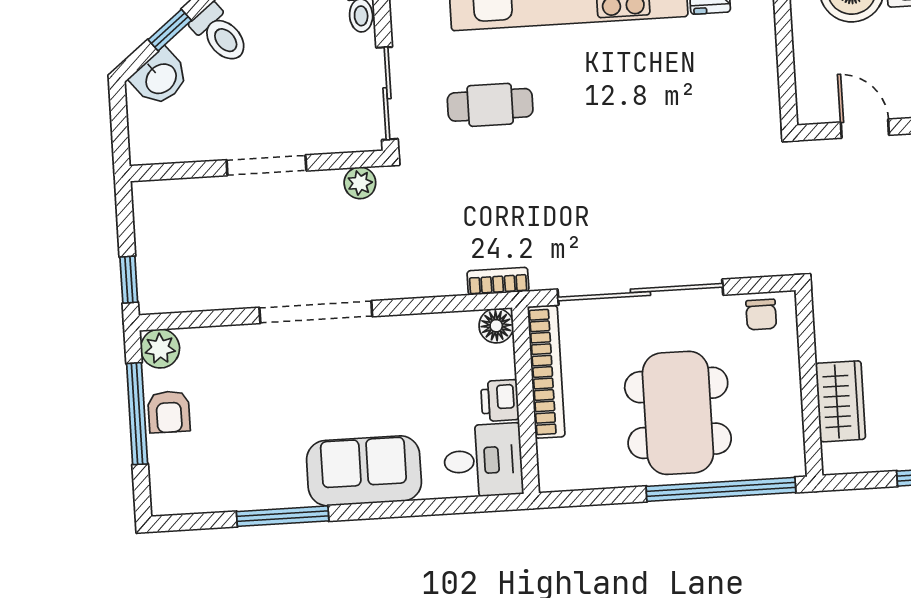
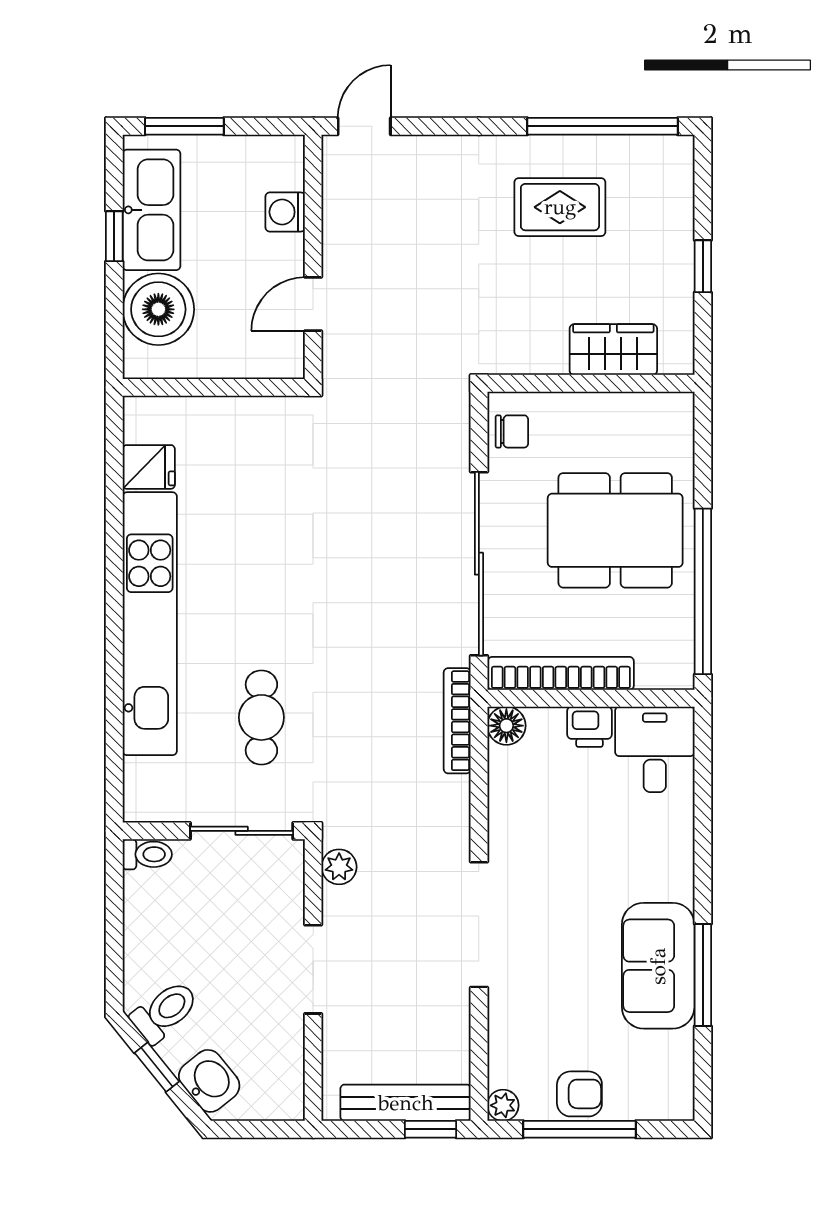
bench: (151, 256) -> (406, 1103), added
bookcase: (498, 281) -> (457, 721), width x1.56
plant: (160, 349) -> (503, 1105), width x0.73, depth x0.73
sofa: (364, 471) -> (658, 966), moved
window: (721, 489) -> (703, 591), moved

